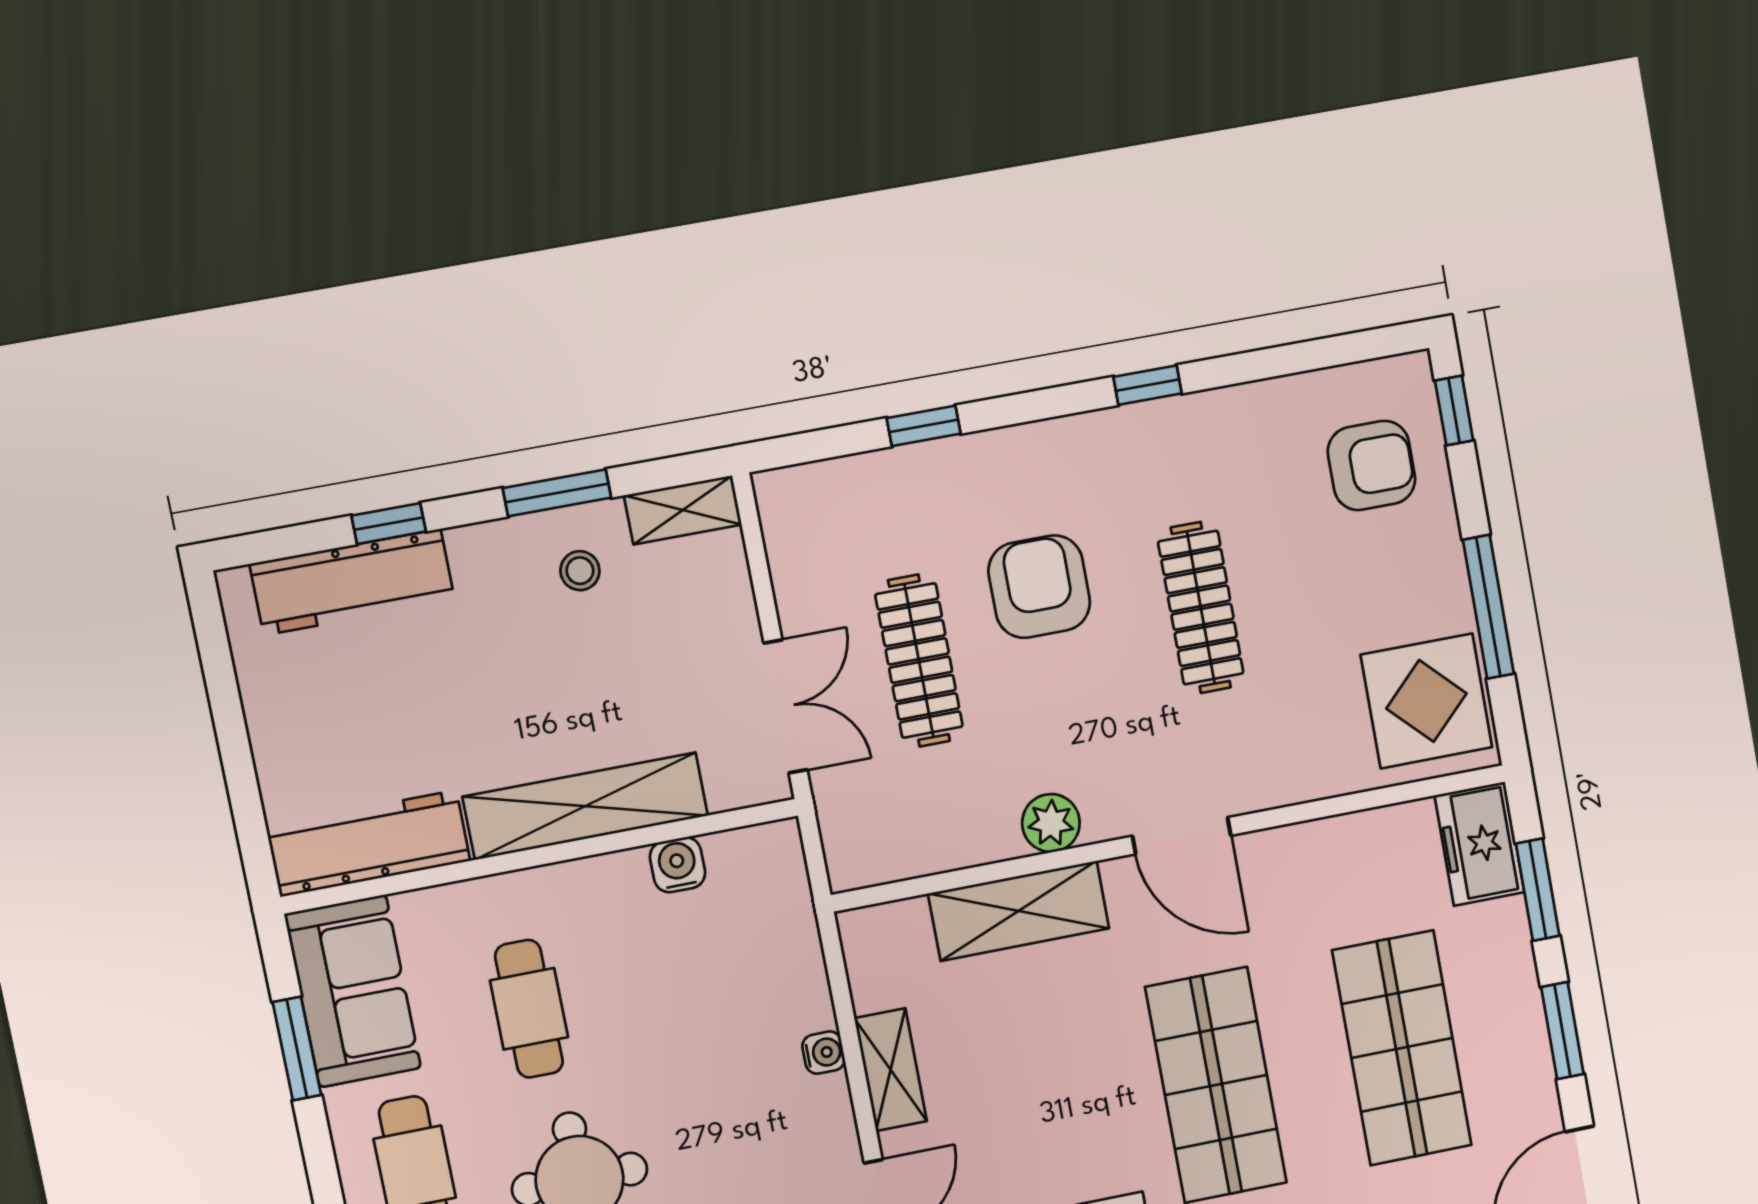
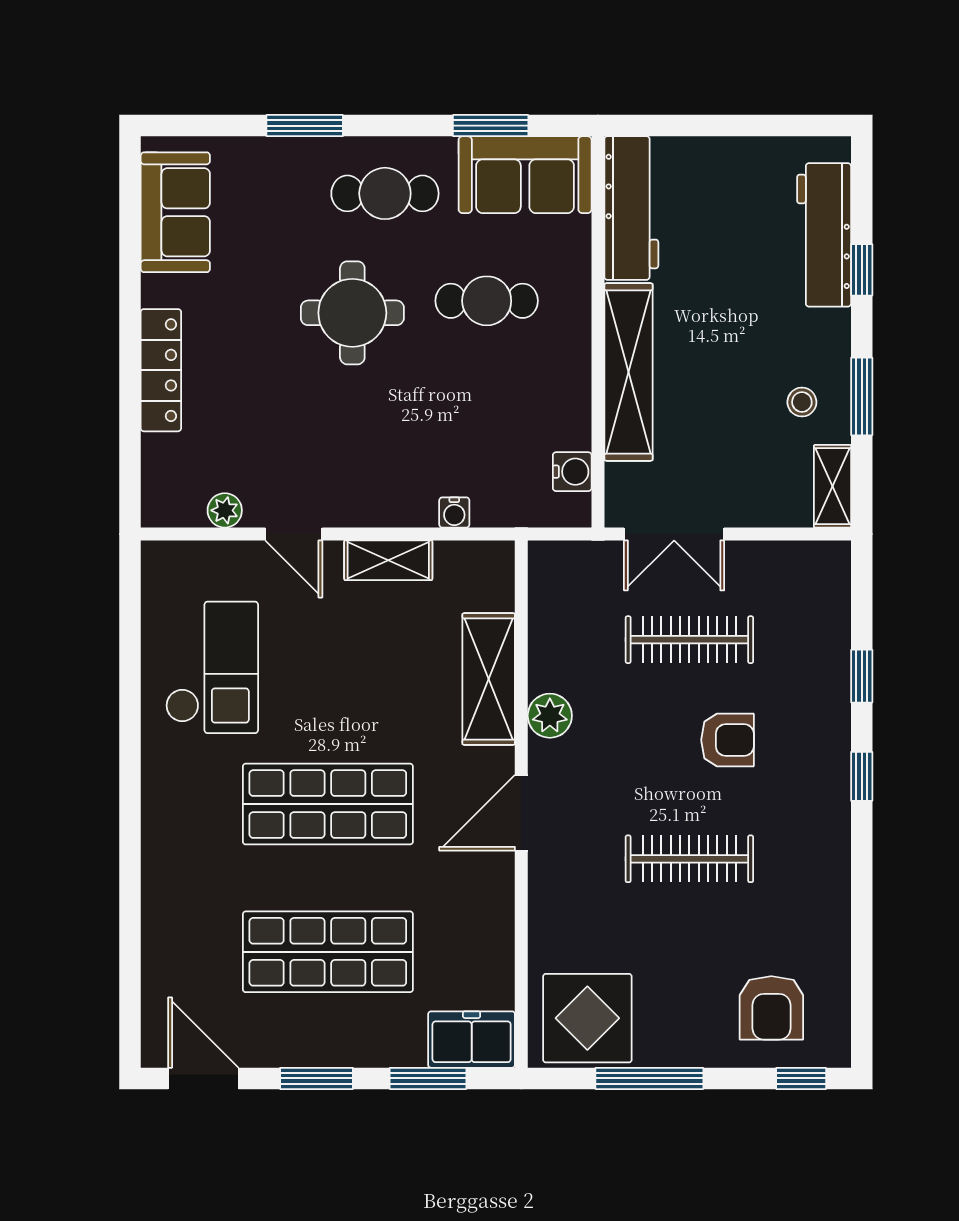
window: (1147, 385) -> (862, 776), moved
armchair: (1039, 587) -> (727, 740), width x0.72, depth x0.72
water cooler: (678, 865) -> (572, 472), moved
water cooler: (824, 1053) -> (454, 512), moved

